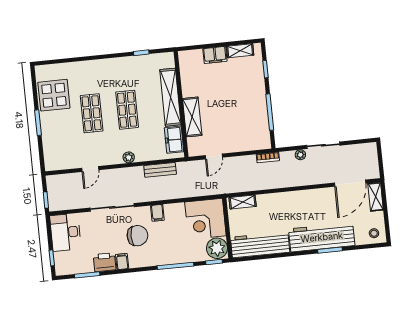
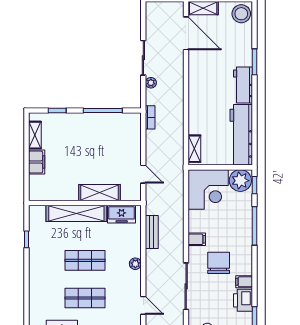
stool: (374, 233) -> (241, 14), width x1.89, depth x1.89
workbench: (322, 237) -> (243, 85), width x0.53, depth x0.76

